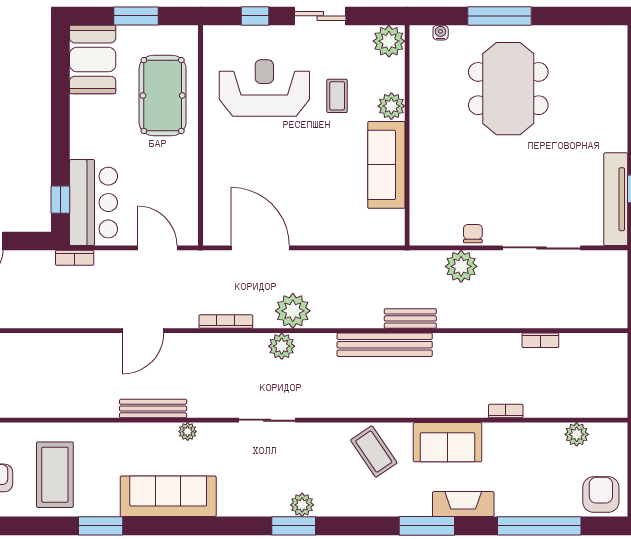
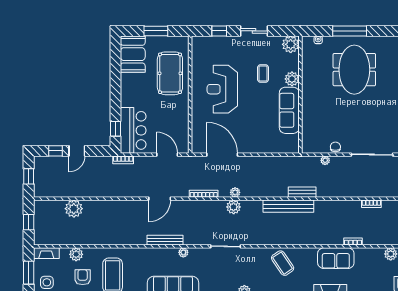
reception desk: (264, 88) -> (222, 89), moved, turned -90
plant: (461, 266) -> (325, 160), width x0.53, depth x0.53
plant: (293, 311) -> (235, 192), width x0.53, depth x0.53
sofa: (448, 442) -> (336, 258), moved

